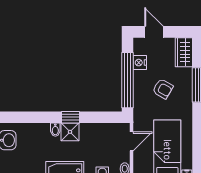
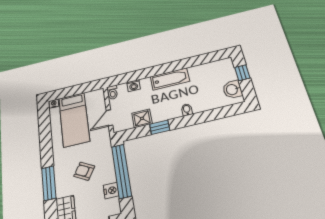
window: (70, 117) -> (160, 127), moved
shower: (70, 132) -> (142, 118), moved

